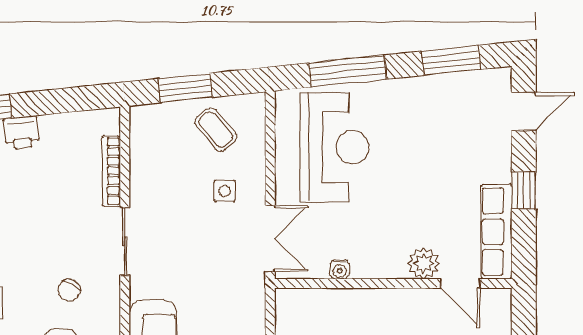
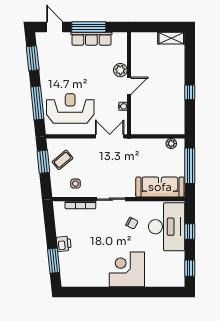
window: (185, 88) -> (43, 162), moved
window: (524, 190) -> (89, 27), width x2.17
side table: (225, 191) -> (75, 184), moved
row of seats: (496, 232) -> (91, 39), moved
door: (460, 283) -> (129, 86), moved

